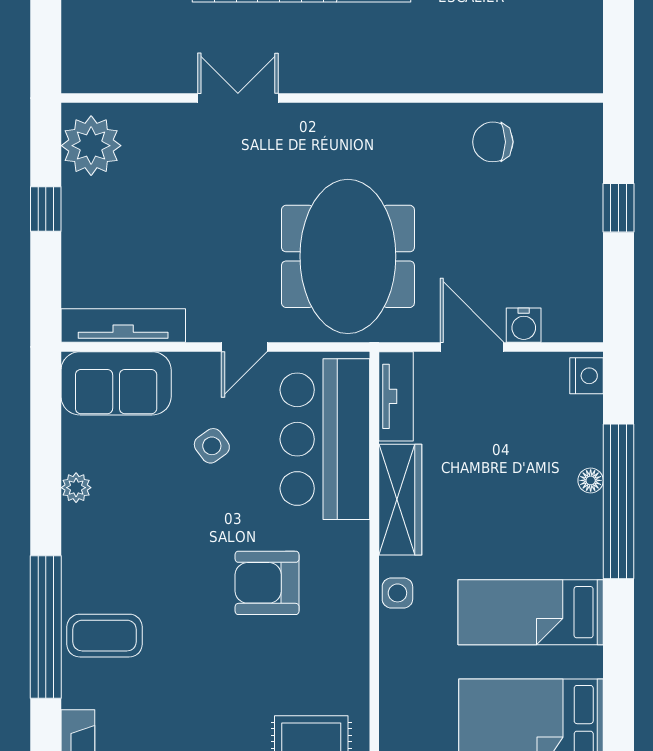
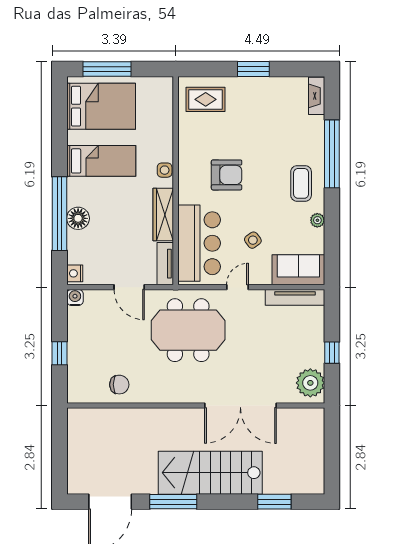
double door: (238, 98) -> (240, 405), width x1.87
meeting table: (348, 256) -> (188, 330), turned 90
water cooler: (524, 325) -> (75, 297), moved
floor lamp: (591, 480) -> (78, 218), width x1.89, depth x1.89
coffee table: (105, 636) -> (301, 183), moved, turned 90

